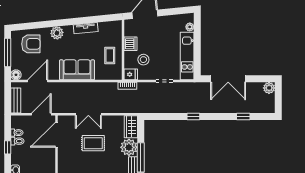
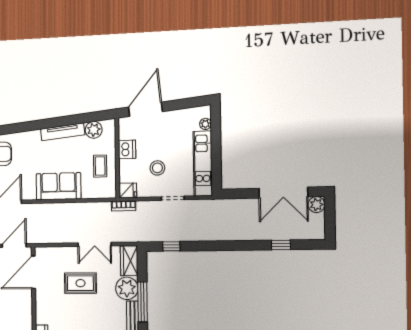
tv unit: (86, 28) -> (63, 132), width x1.41
plant: (57, 33) -> (94, 130), moved
stool: (143, 60) -> (157, 168), moved
double door: (228, 79) -> (283, 193), moved
double door: (88, 114) -> (95, 244), moved
window: (193, 116) -> (171, 246), moved

